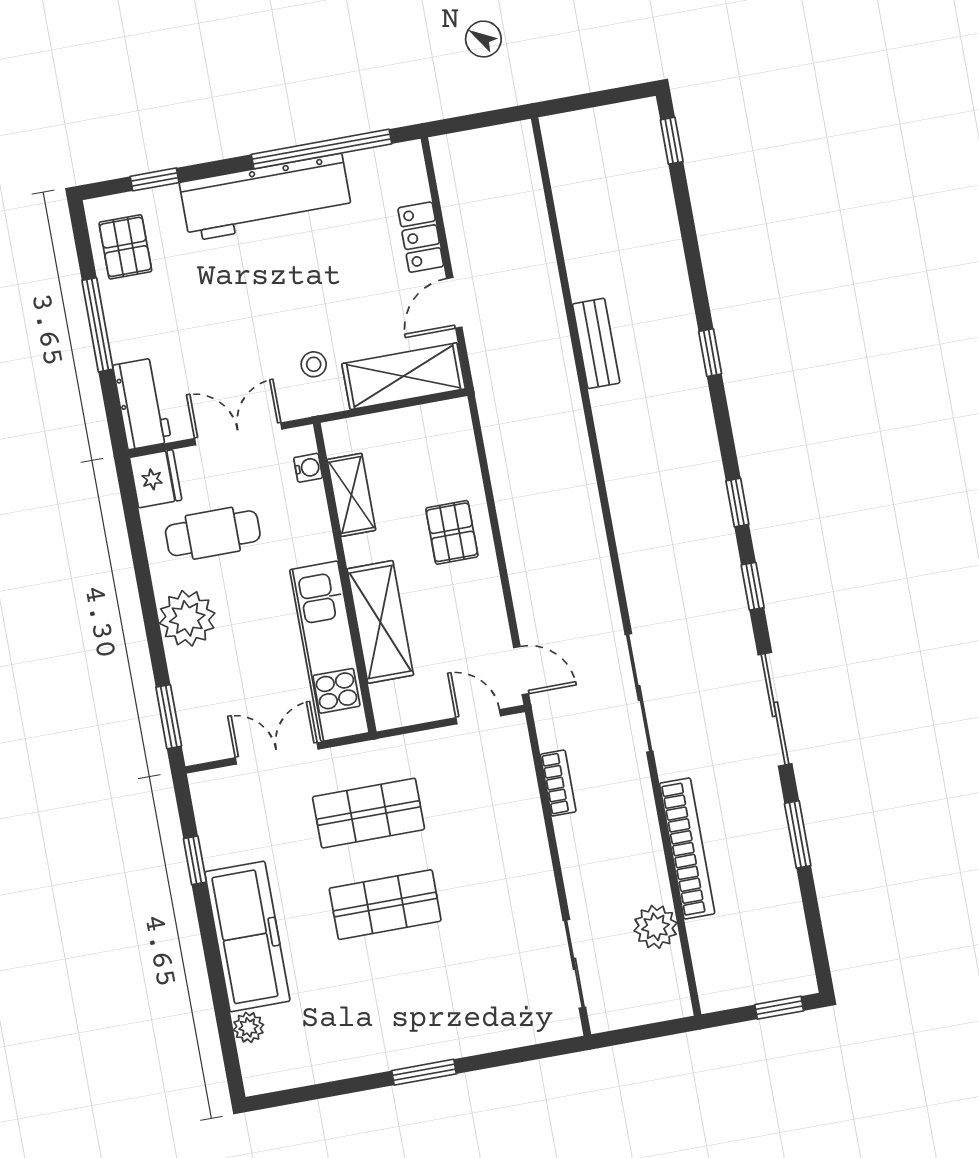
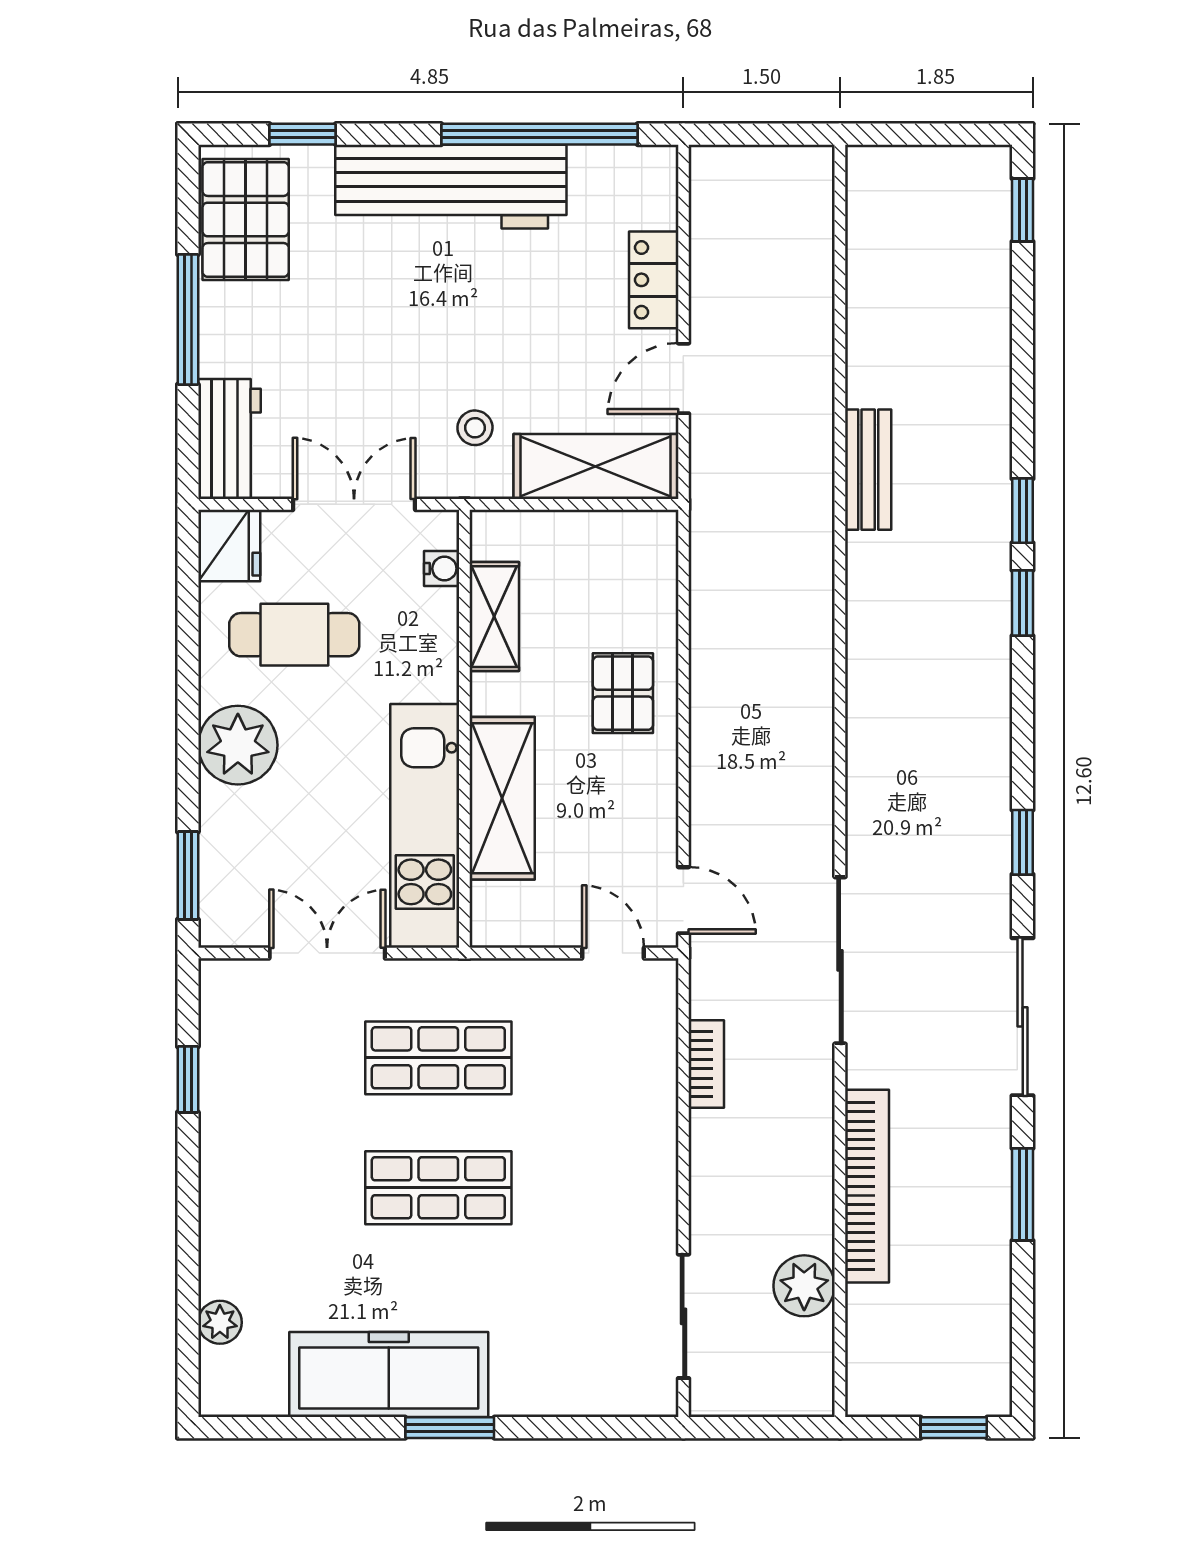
pallet: (125, 247) -> (246, 219), width x1.50, depth x1.42
window: (737, 503) -> (1023, 603), moved
freezer: (247, 936) -> (389, 1375), moved, turned -90

